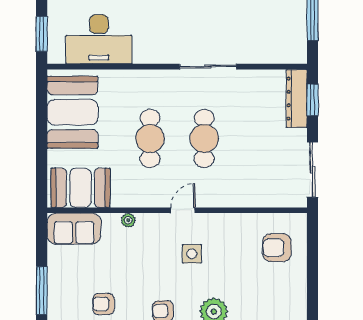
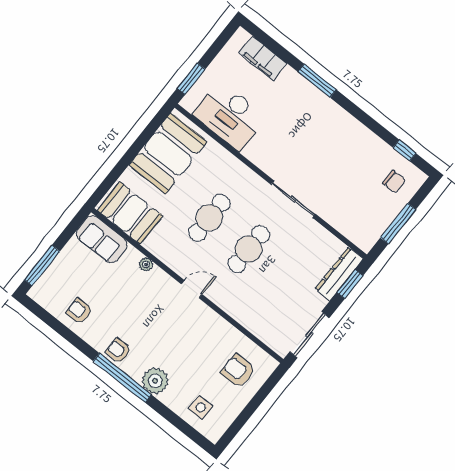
side table: (192, 254) -> (201, 407), moved

